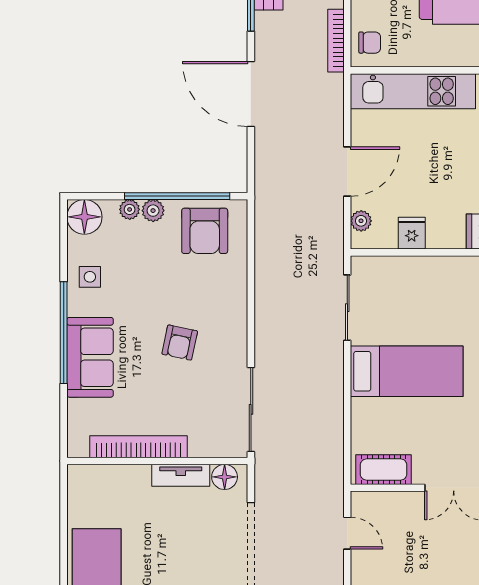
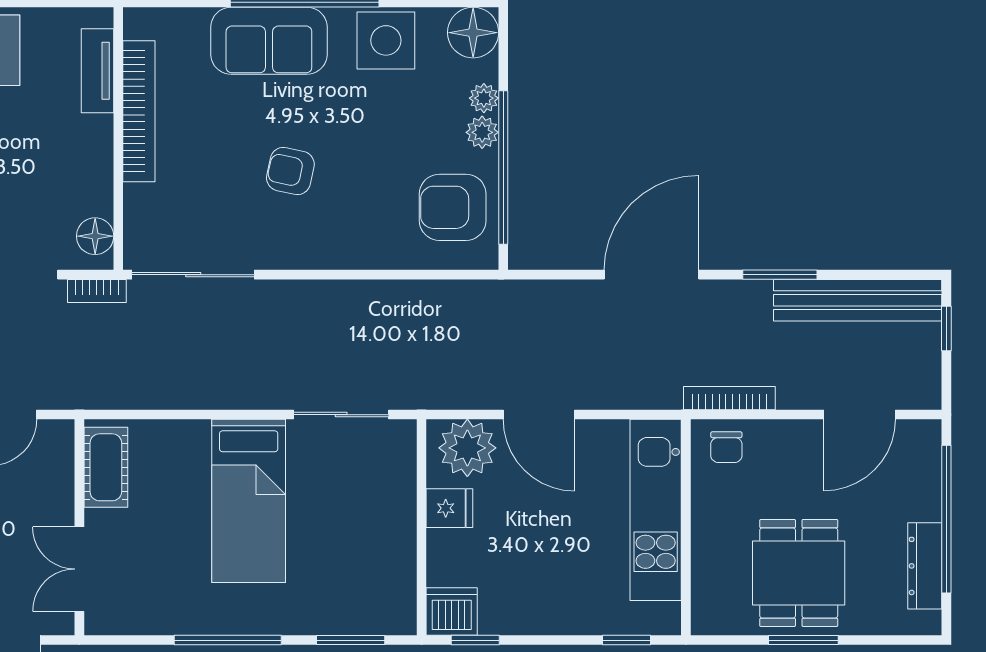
plant: (361, 221) -> (467, 448), width x1.88, depth x1.88
side table: (90, 277) -> (386, 40), width x1.87, depth x1.87
tv unit: (181, 475) -> (98, 71), moved
bookcase: (262, 476) -> (97, 291), added

